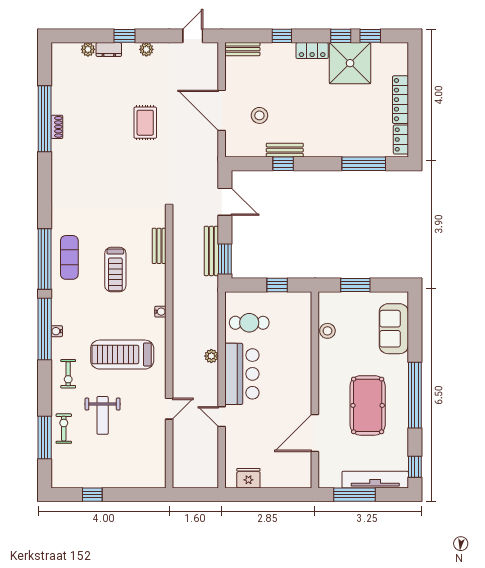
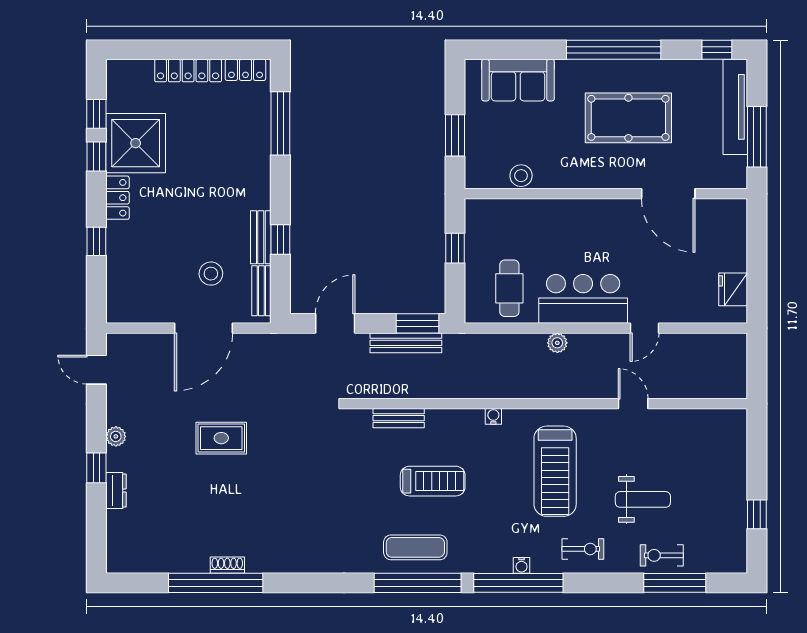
plant: (88, 49) -> (116, 520), removed
bench: (242, 49) -> (261, 291), moved

